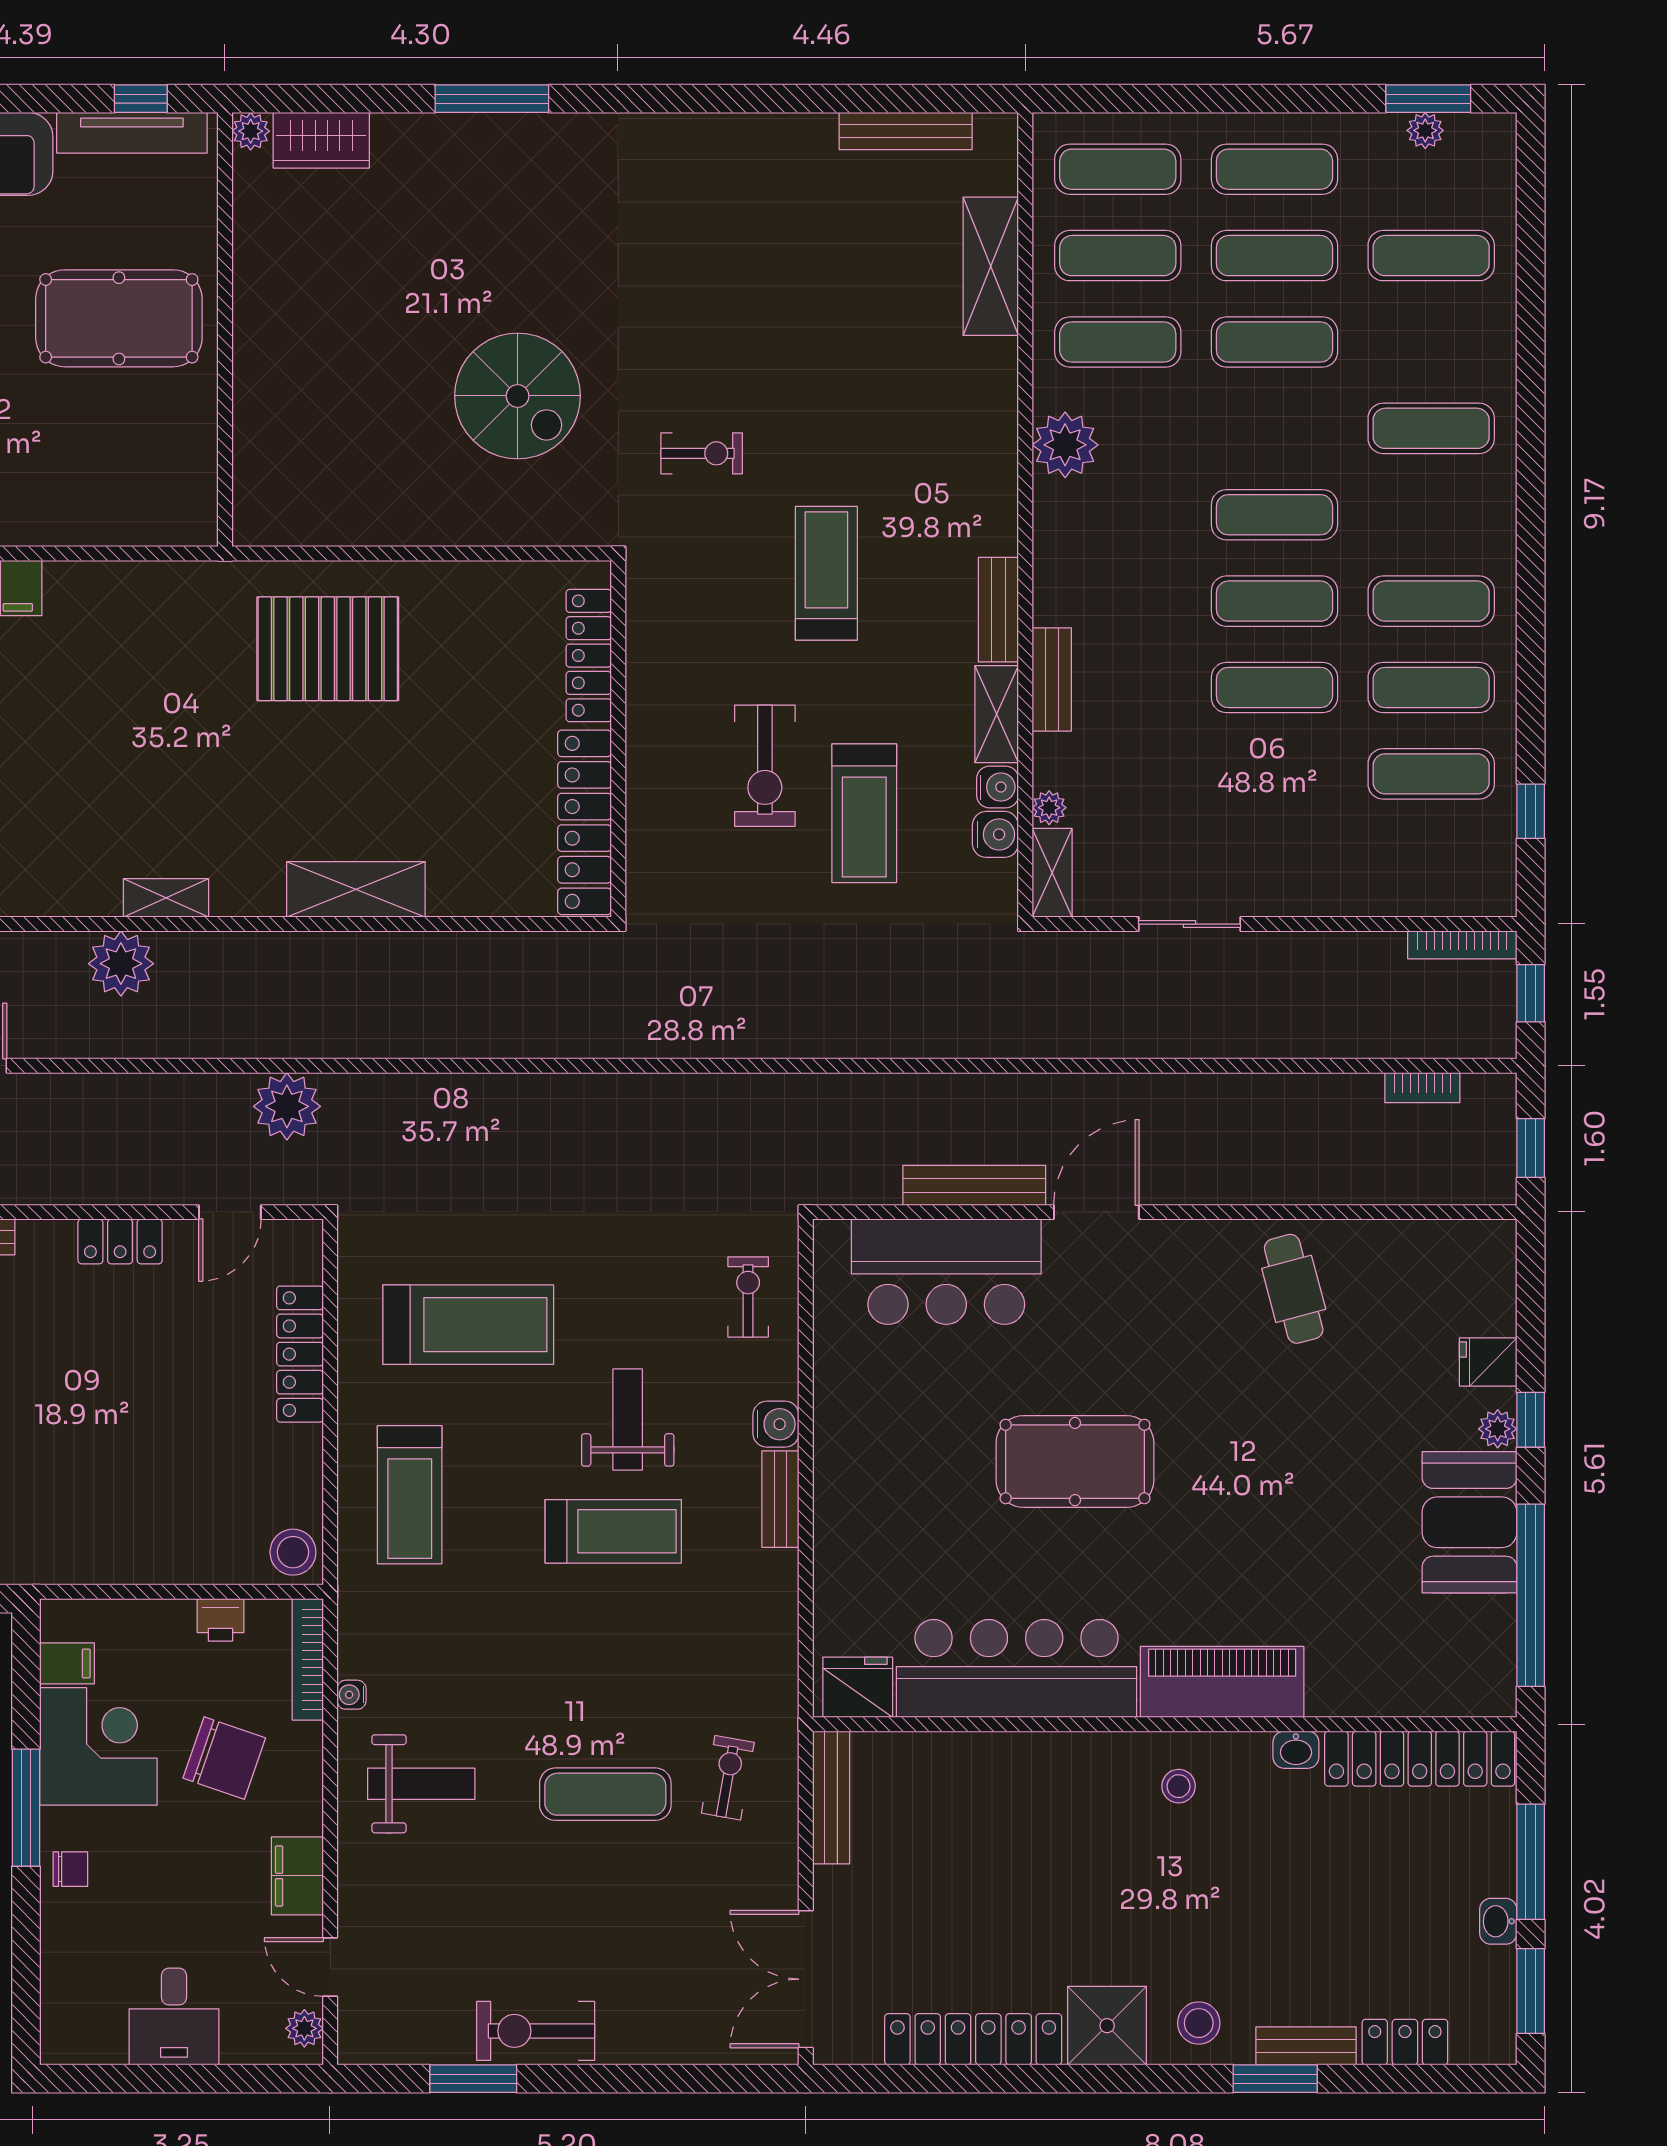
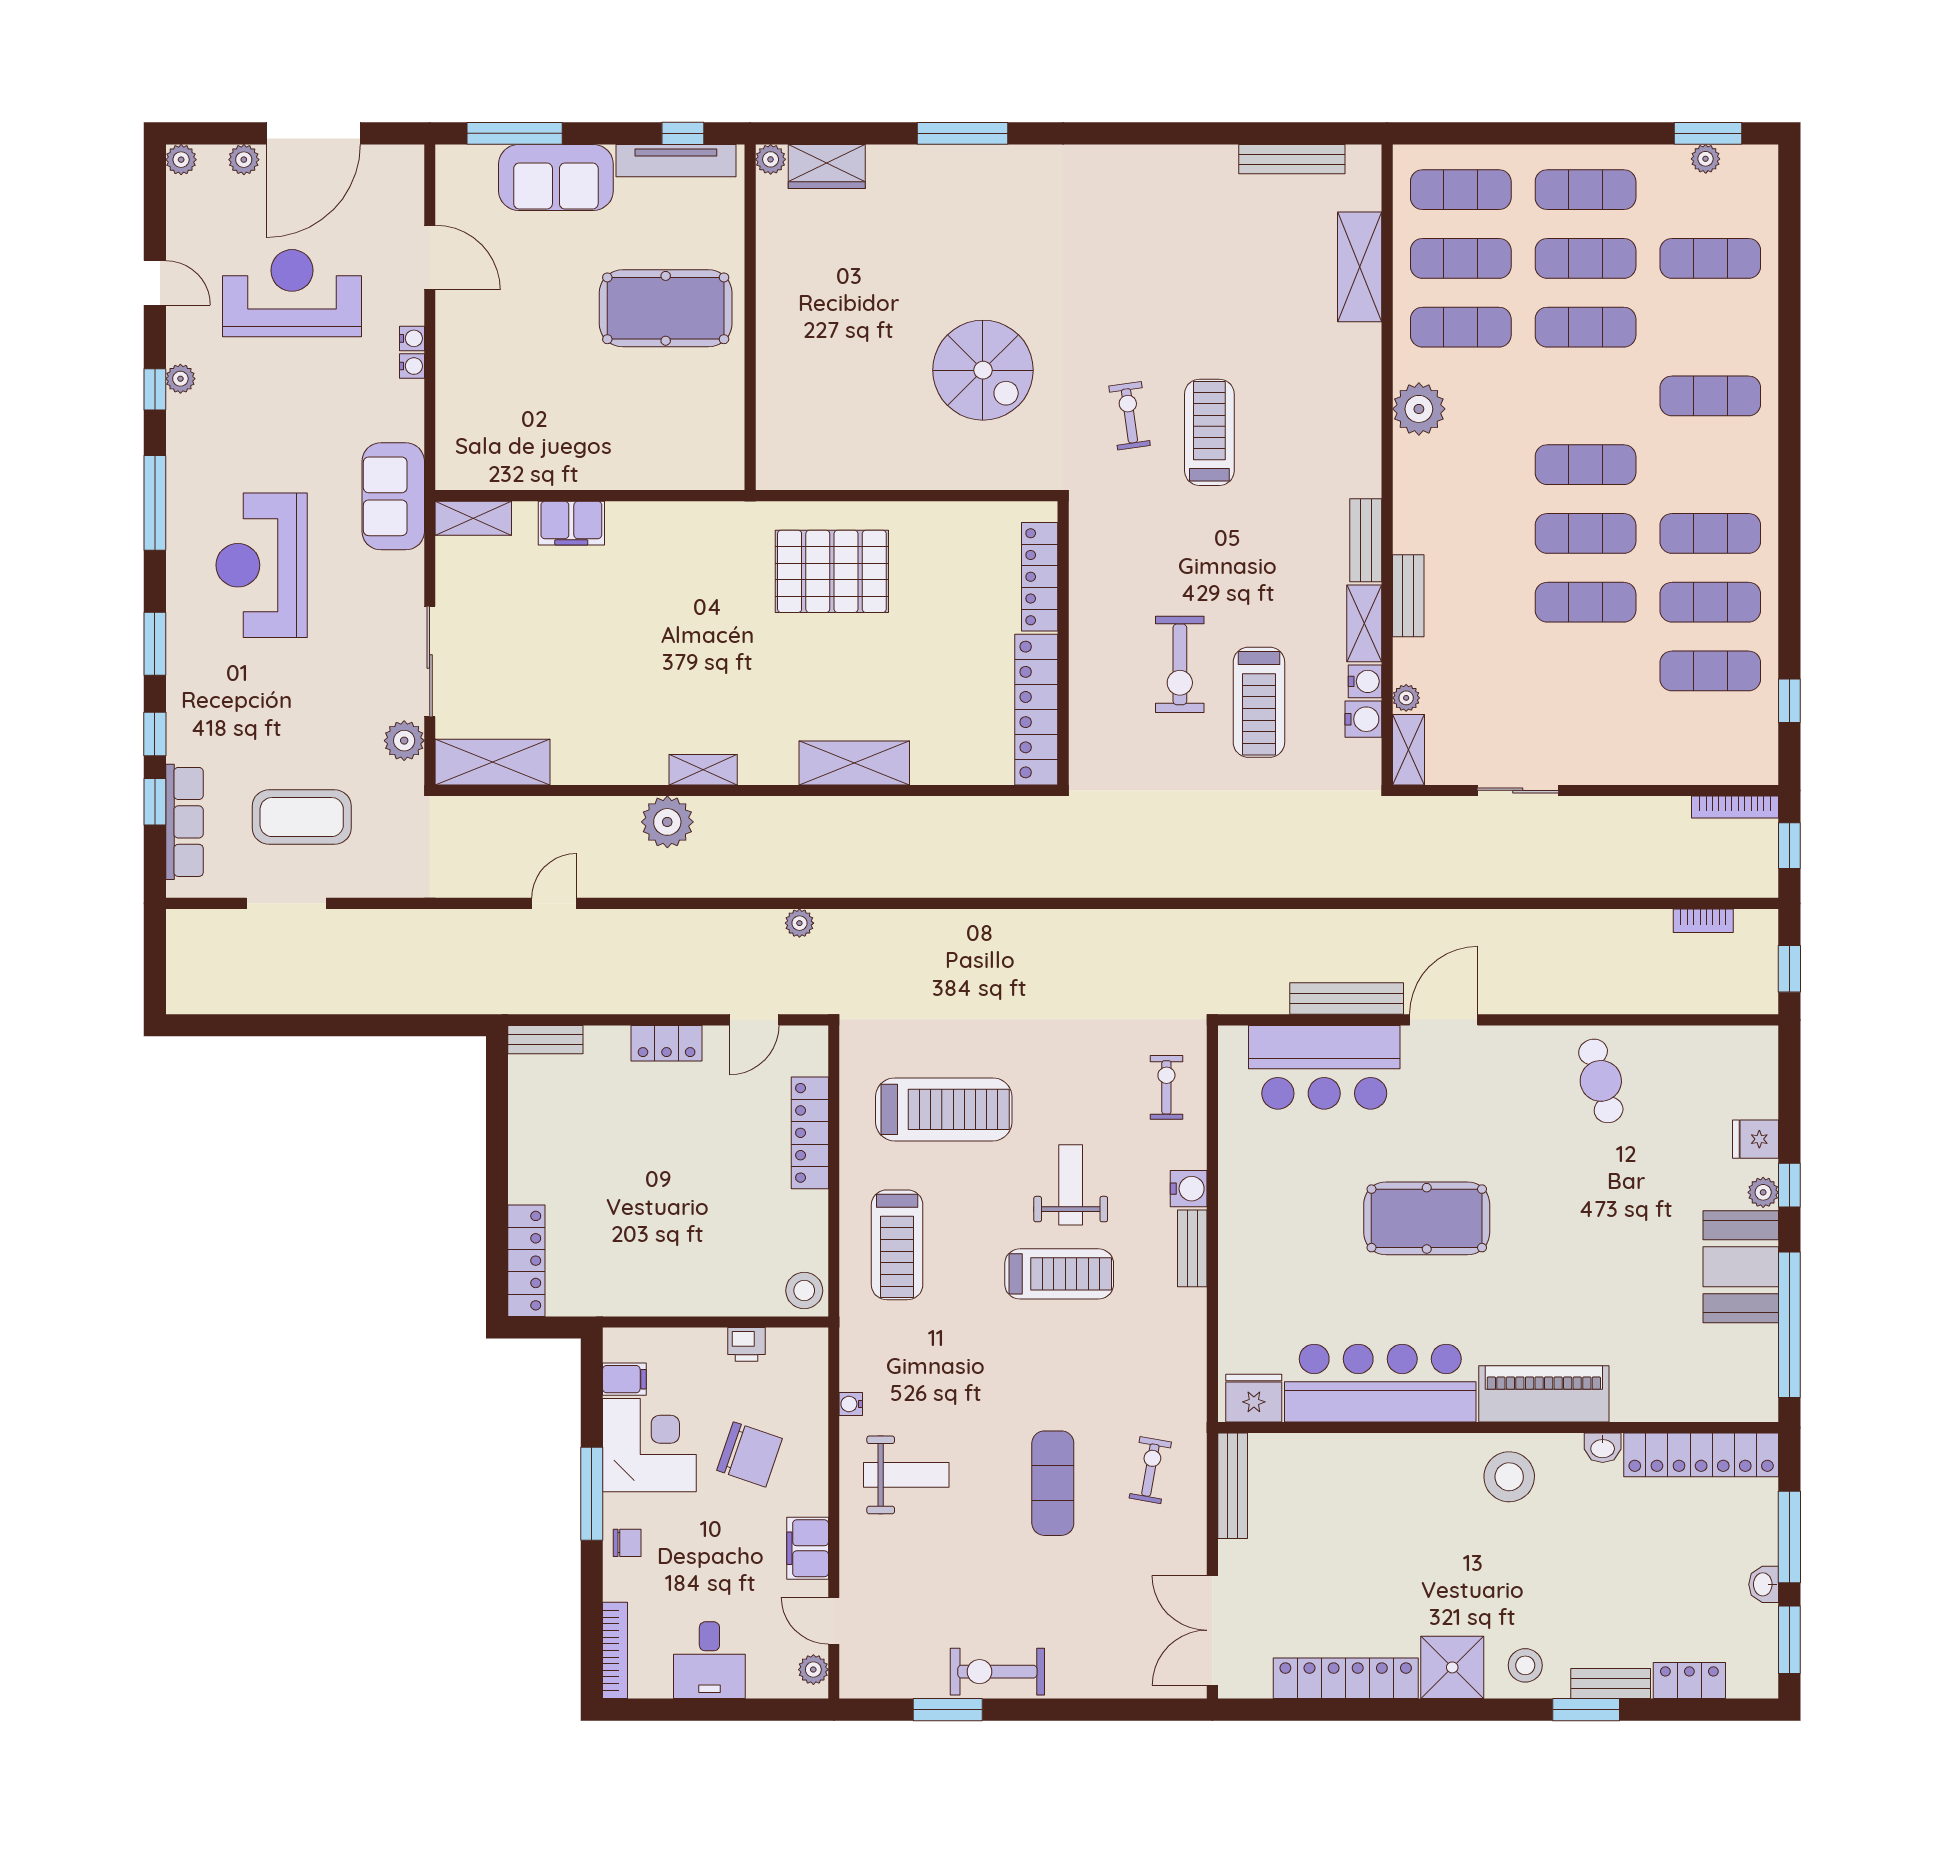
exercise bike: (702, 453) -> (1129, 416), turned -98
treadmill: (826, 573) -> (1209, 432), moved
plant: (287, 1106) -> (799, 923), width x0.53, depth x0.53
bookcase: (308, 1659) -> (615, 1650), moved, turned 180
stool: (1179, 1786) -> (1509, 1477), width x1.89, depth x1.89
exercise mat: (605, 1794) -> (1053, 1483), turned 90

